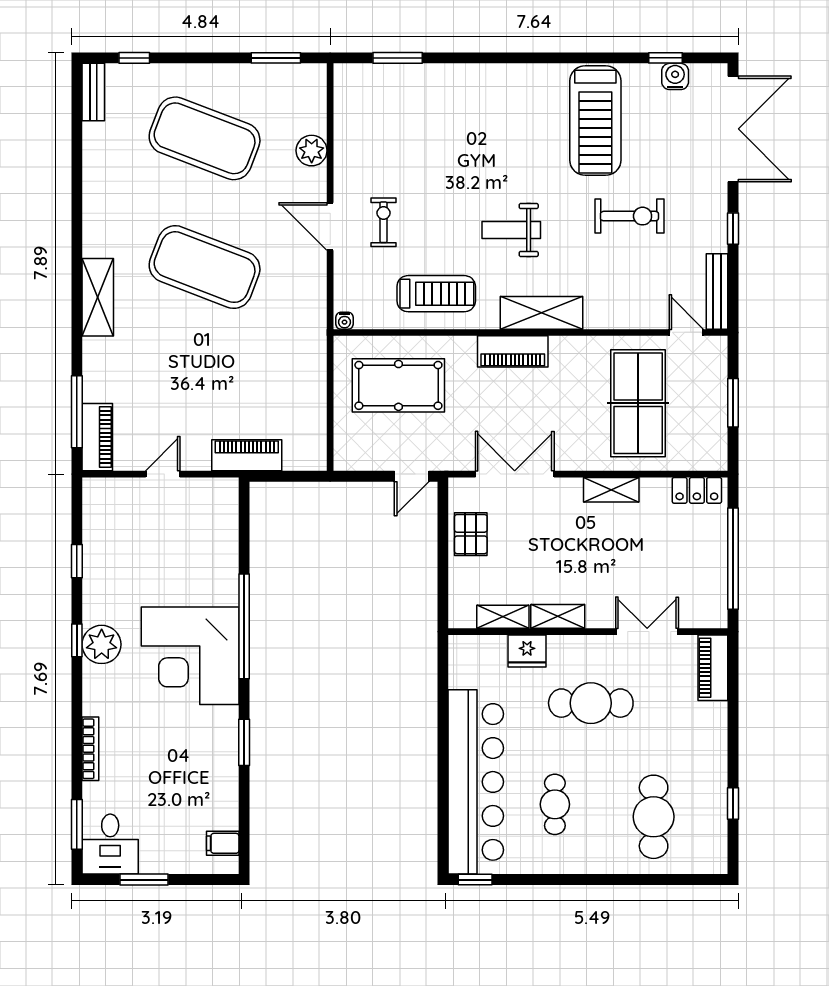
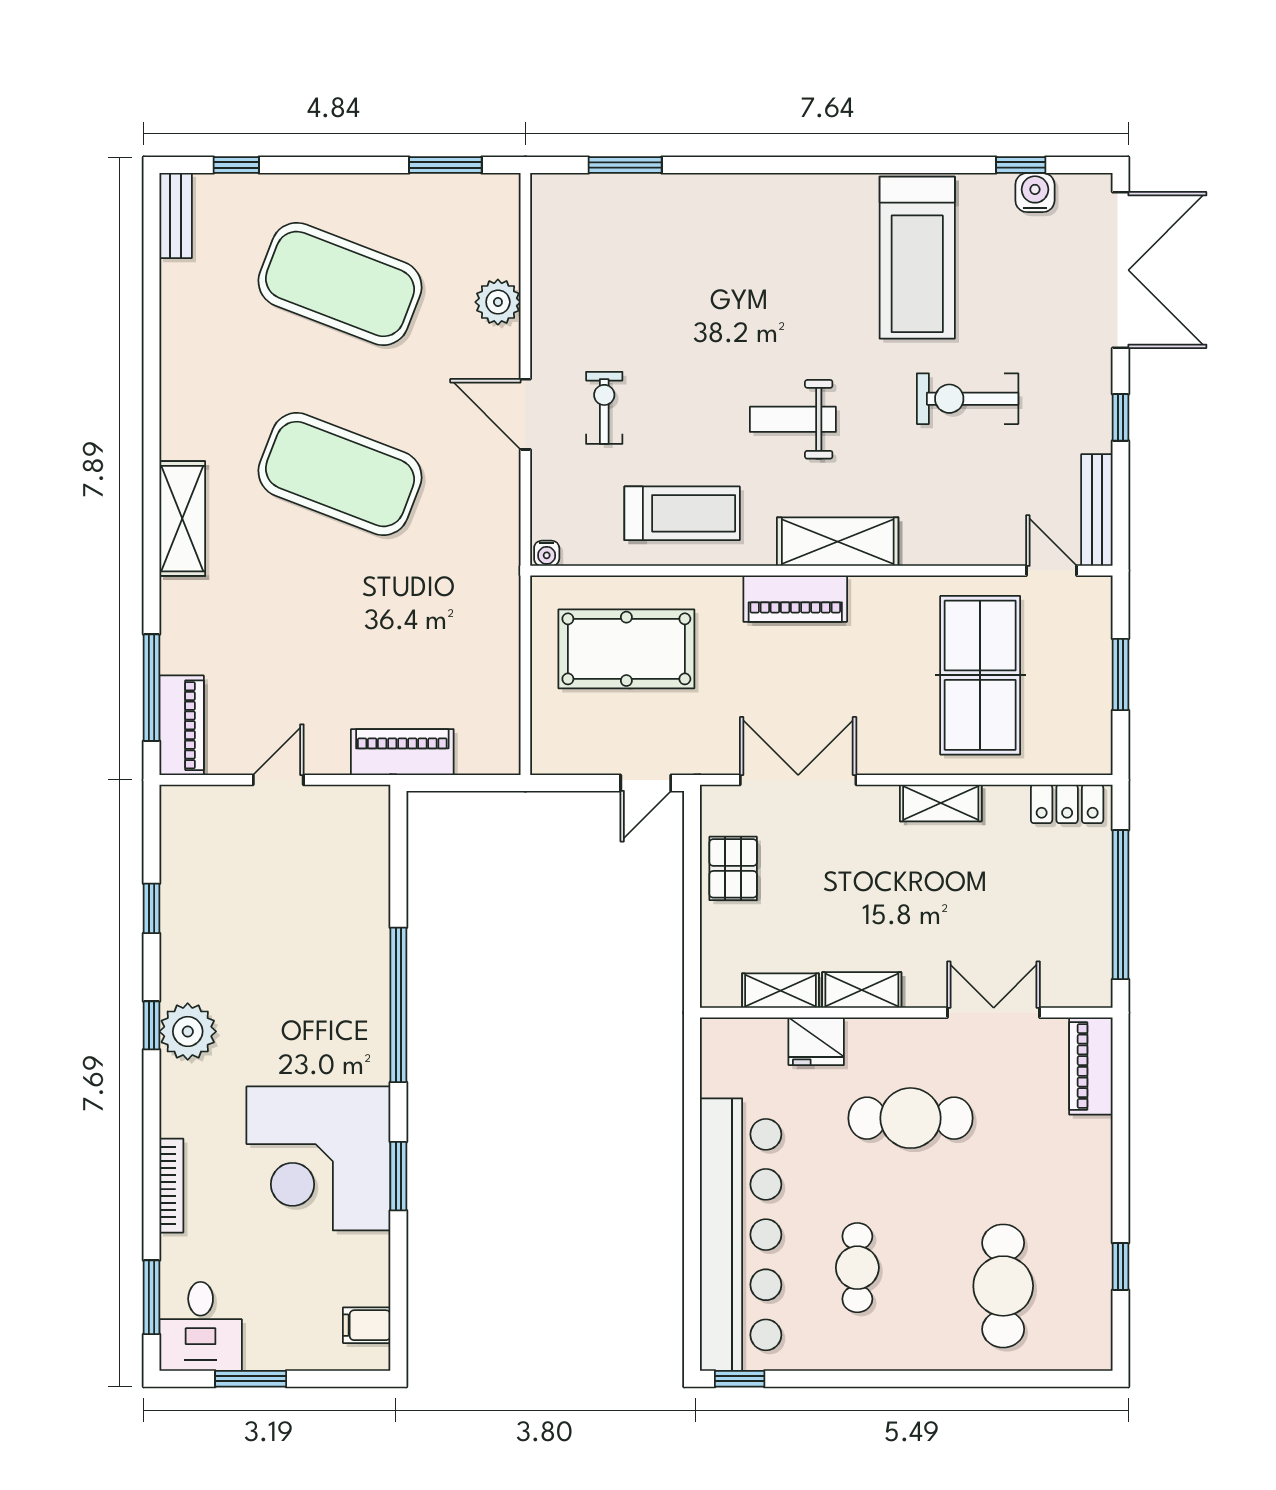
exercise bike: (629, 216) -> (968, 399), turned 180
corner desk: (190, 656) -> (318, 1158), moved

